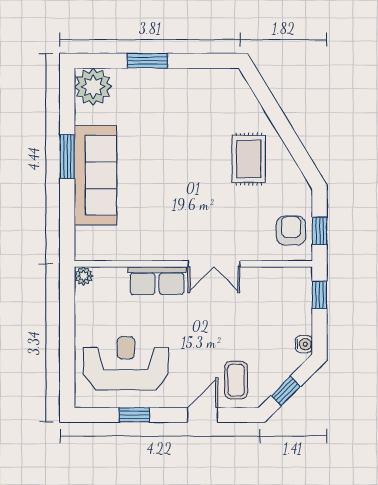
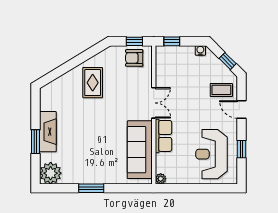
fireplace: (164, 82) -> (48, 132), added
rug: (249, 159) -> (93, 83), turned 90
sofa: (95, 175) -> (140, 150), moved, turned -90

